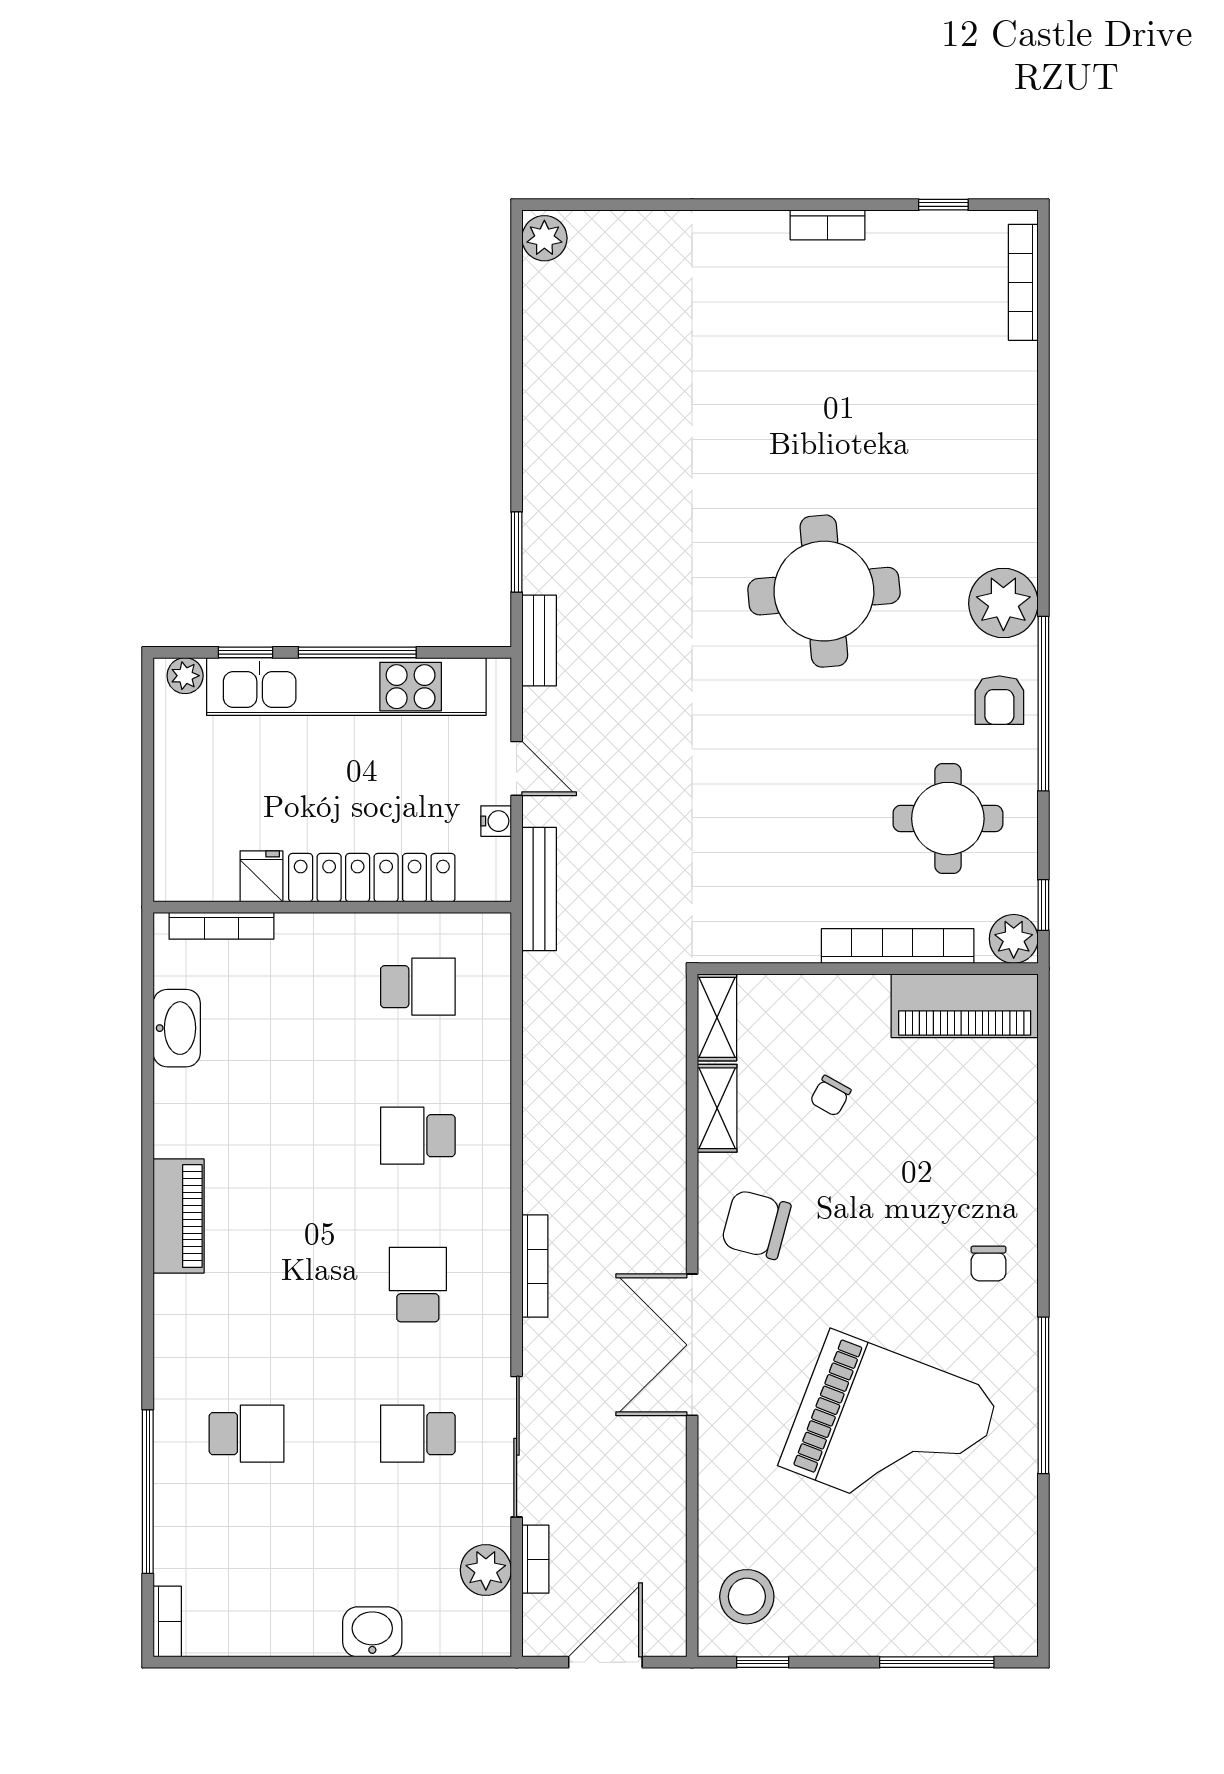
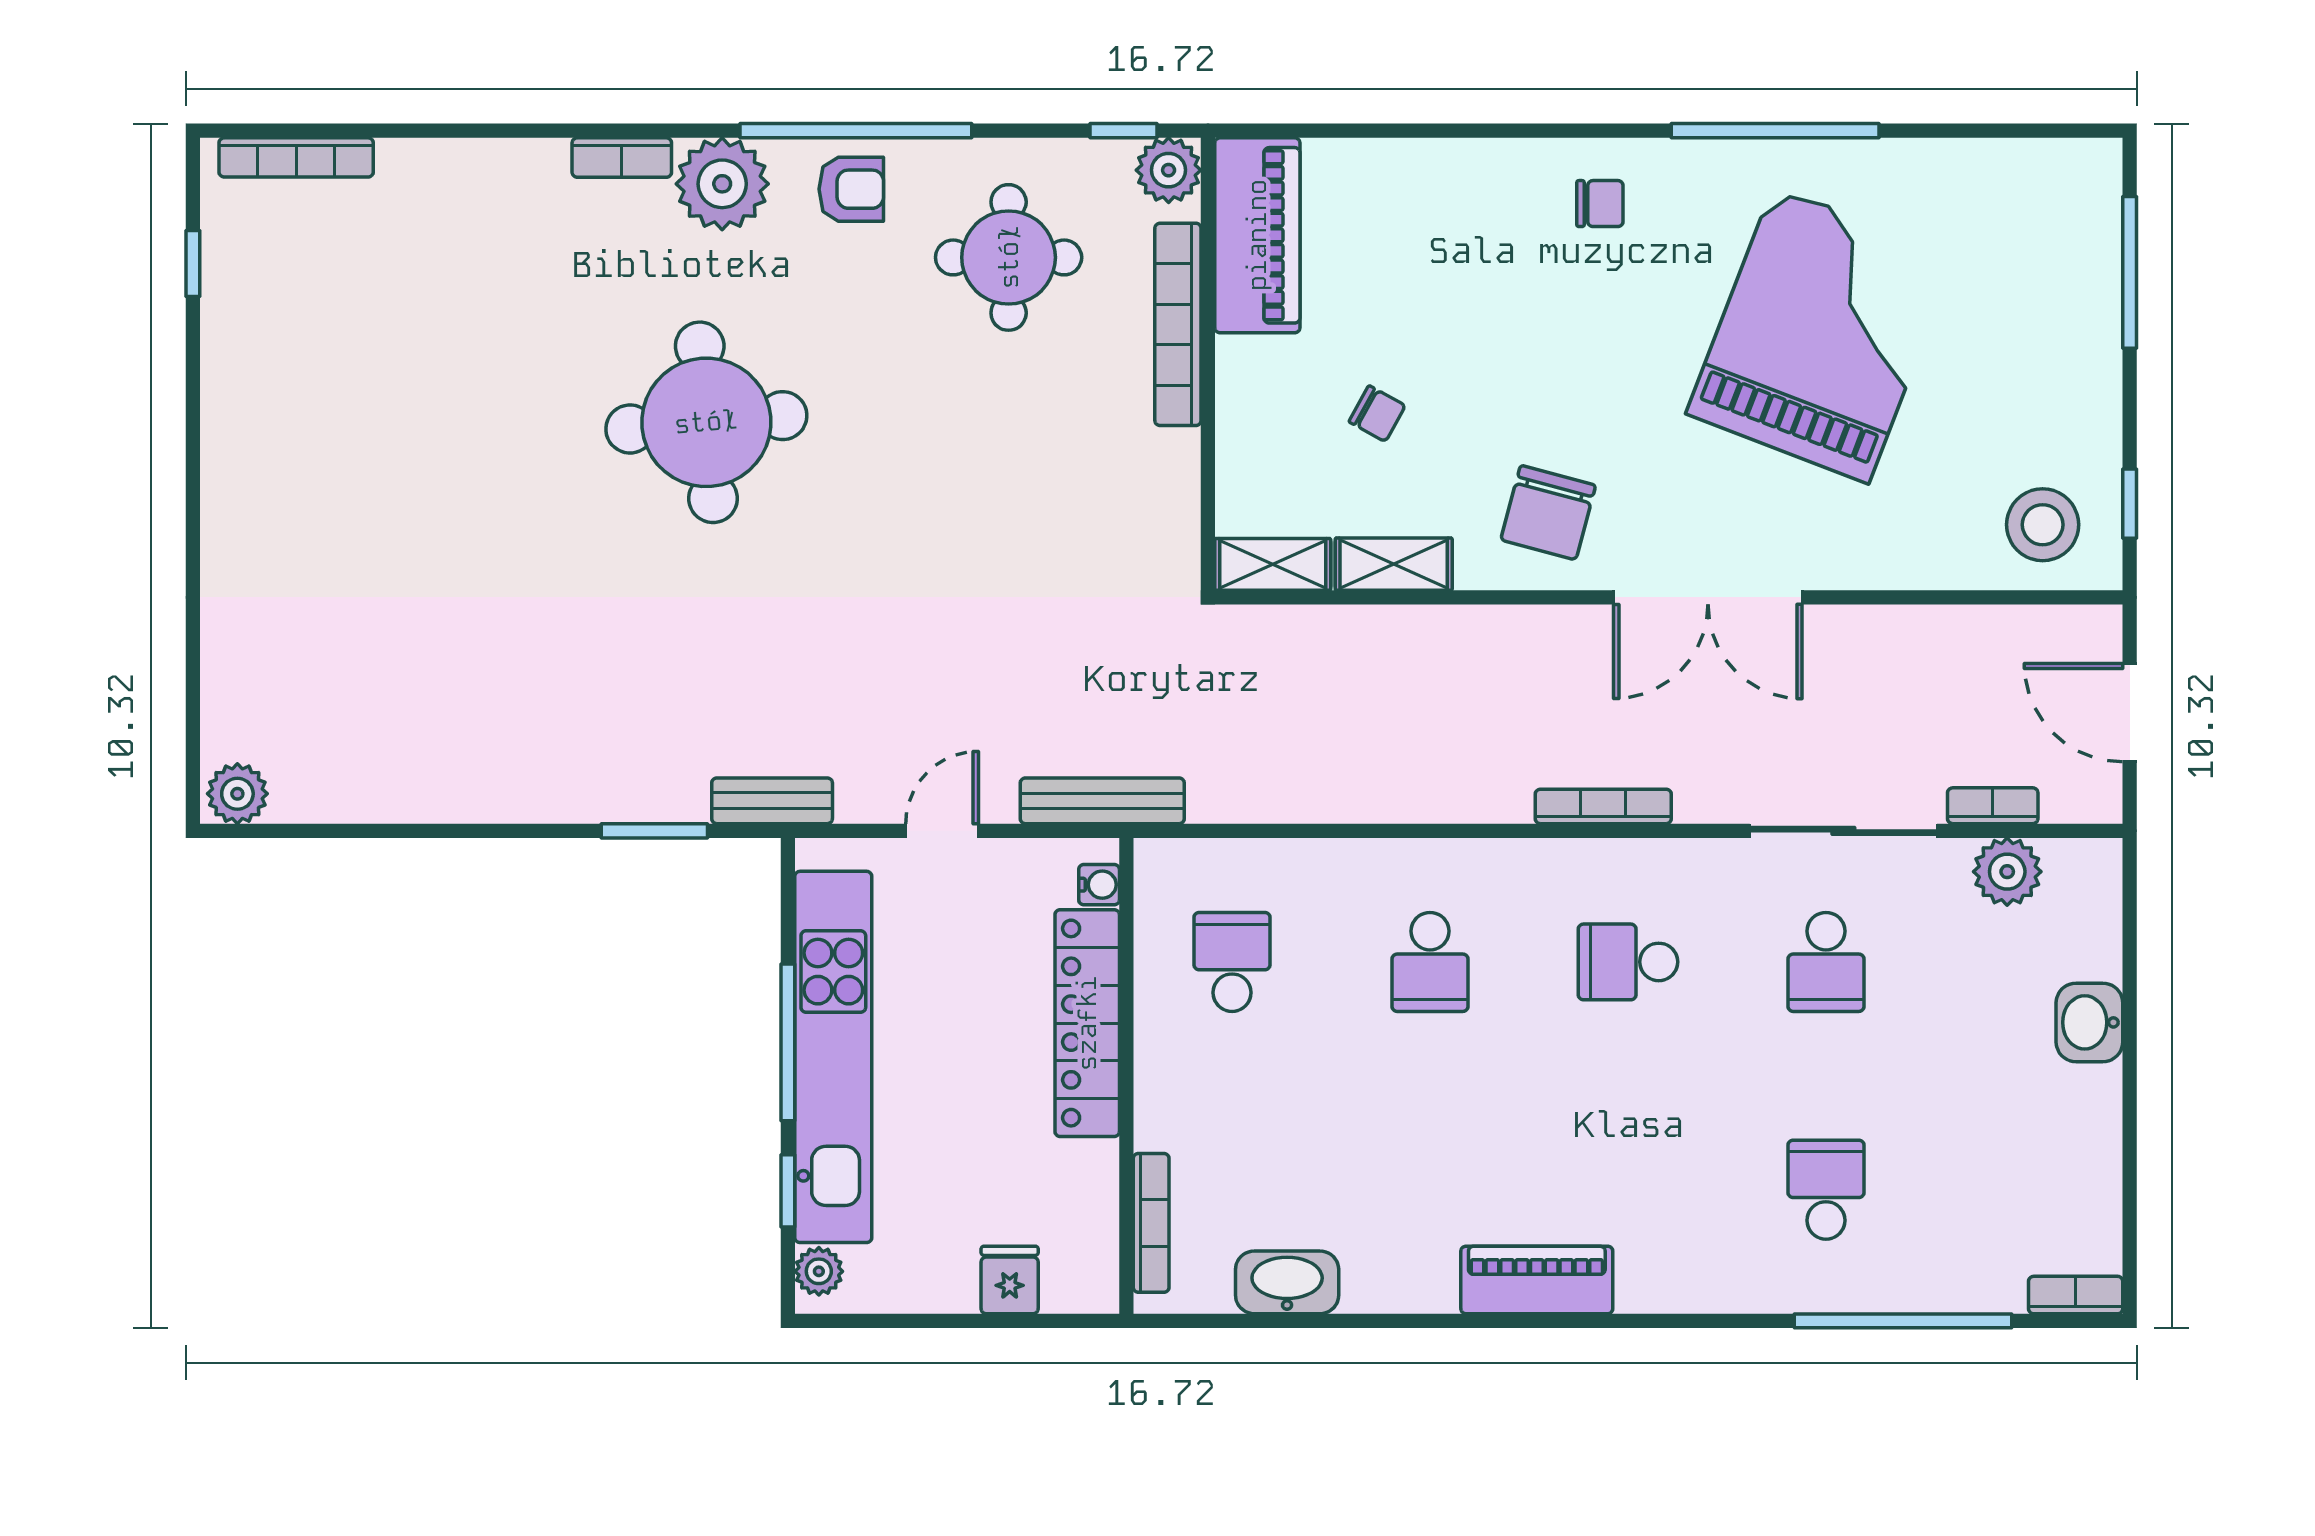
bookcase: (828, 225) -> (622, 158), moved, turned 90
water cooler: (496, 821) -> (1099, 885), moved, turned 90
fridge: (261, 876) -> (1010, 1280), moved, turned 90

